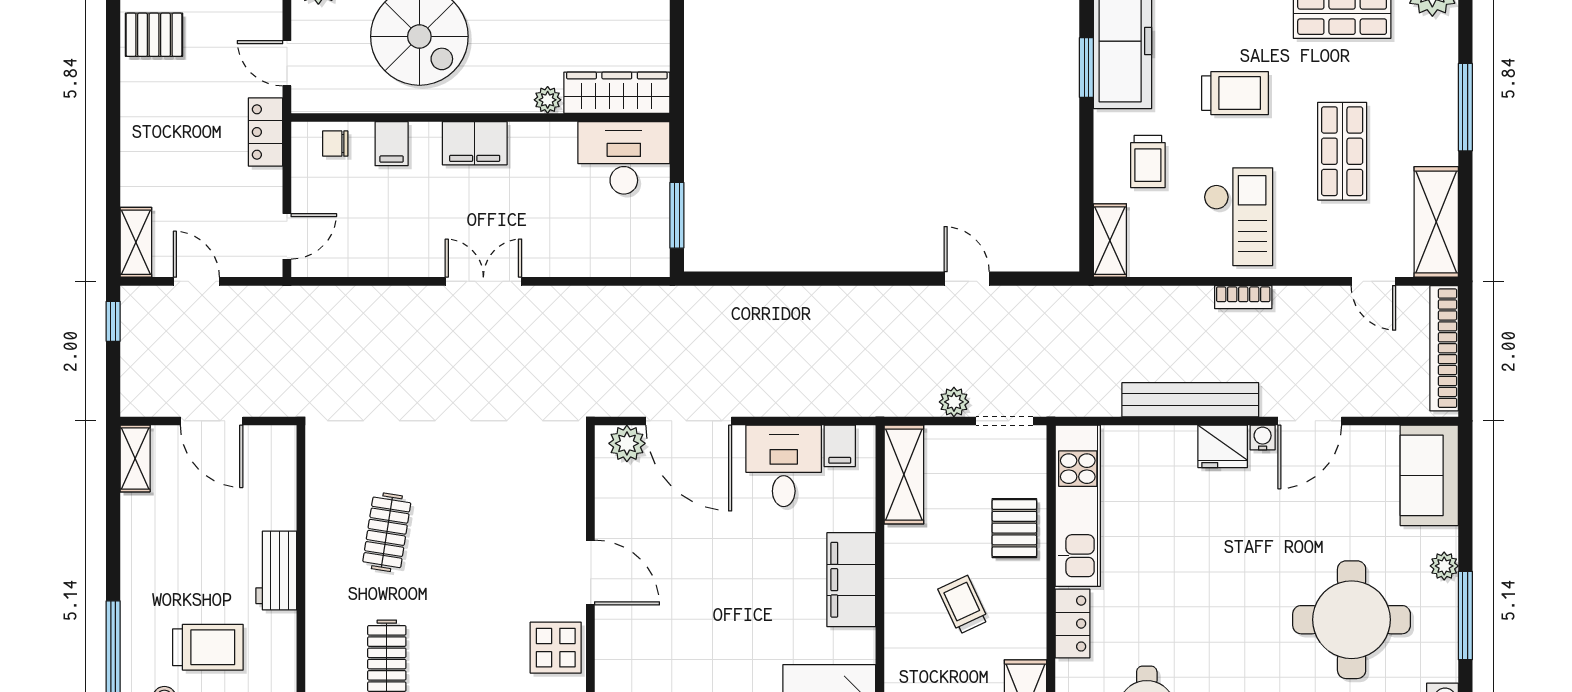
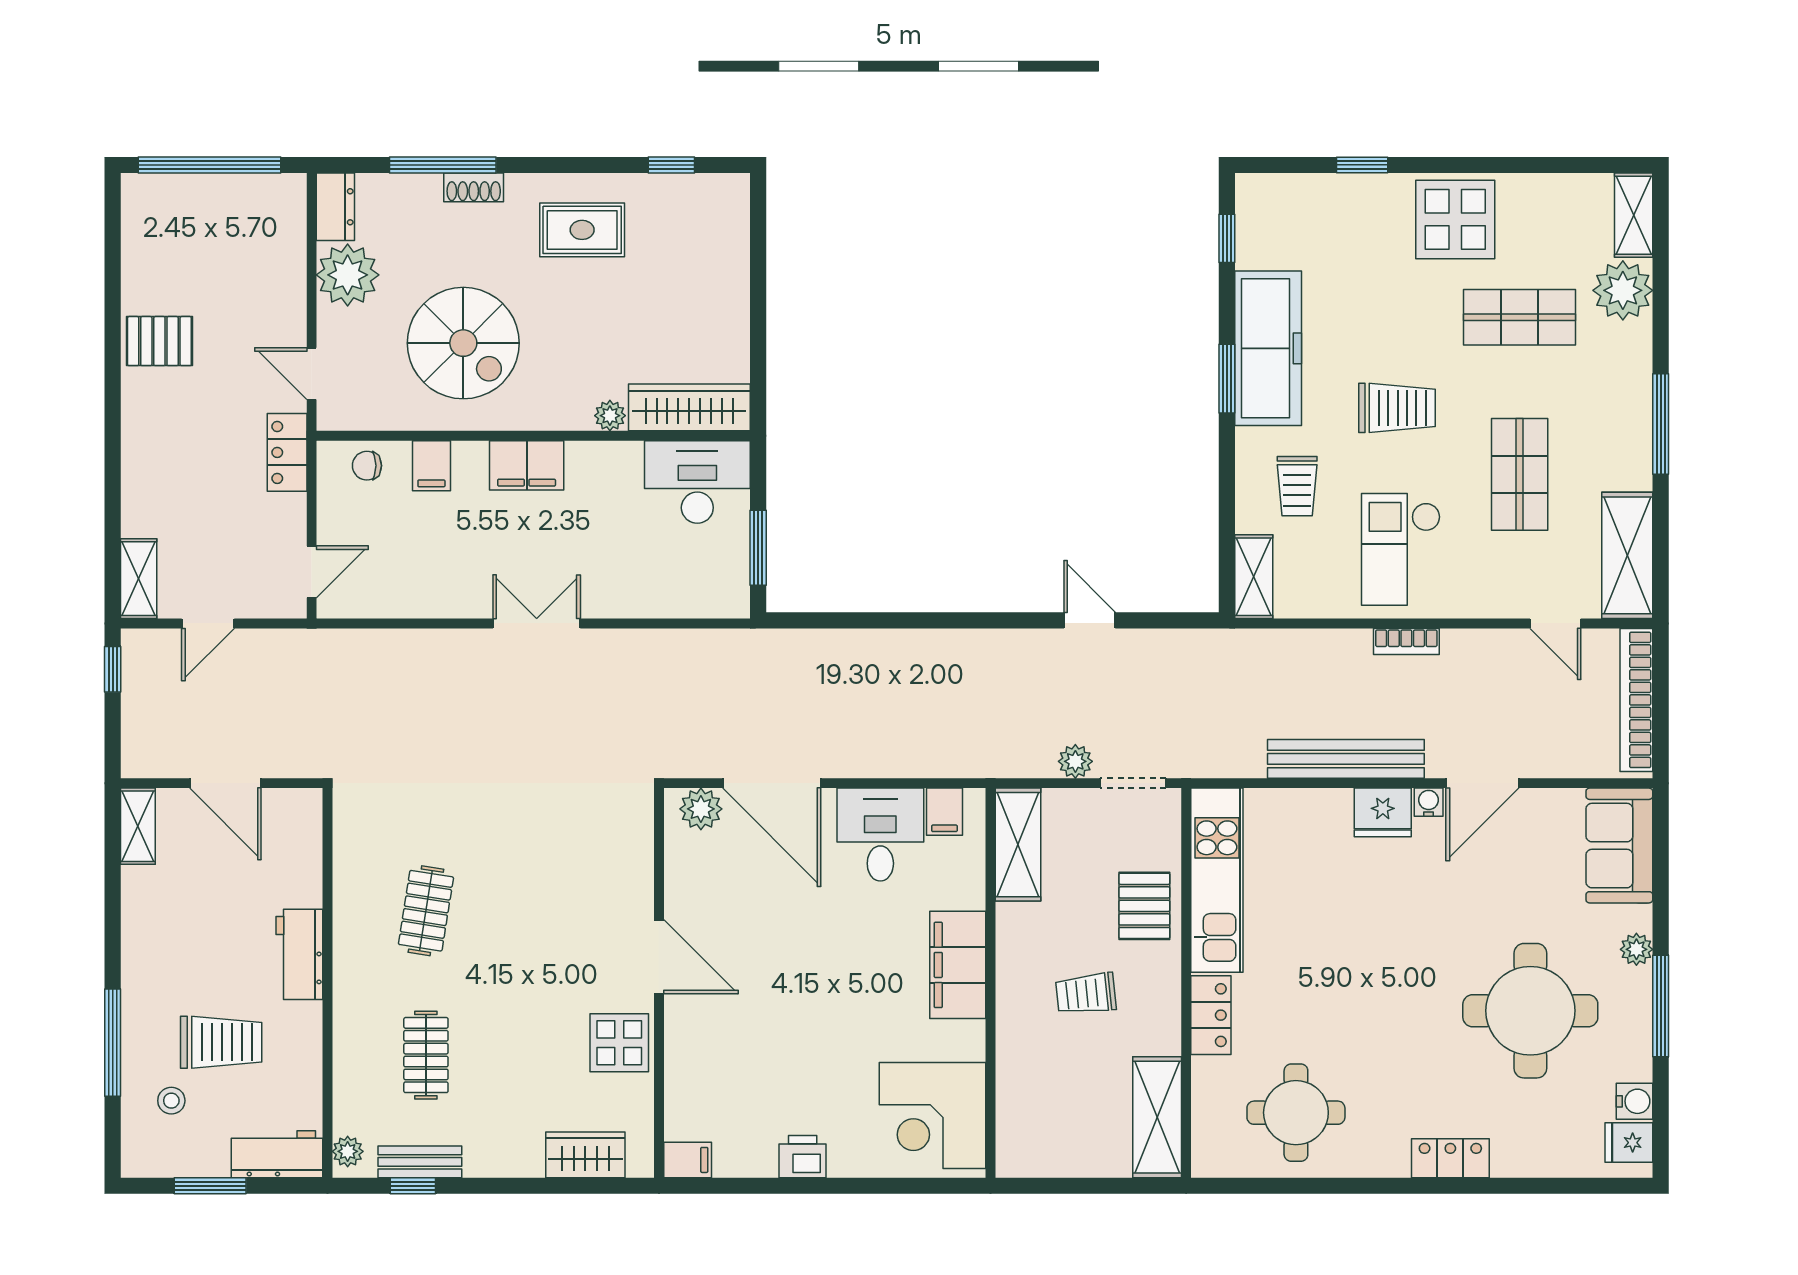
checkout: (1238, 217) -> (1401, 549), turned 180
door: (196, 281) -> (208, 623), swing flipped
trolley: (963, 605) -> (1086, 994), turned -71

